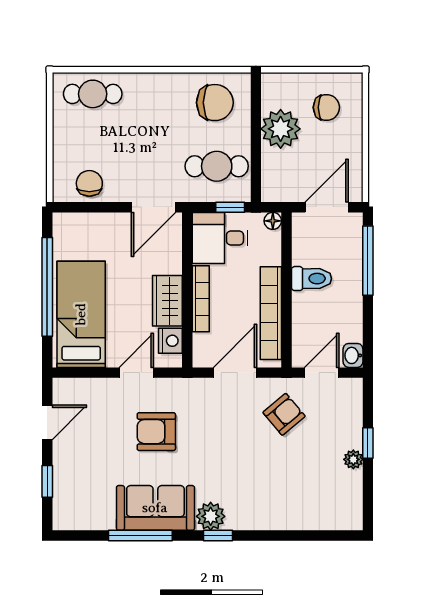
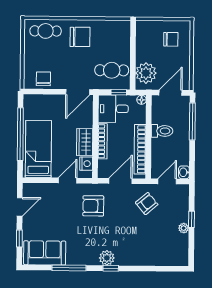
chair: (215, 103) -> (80, 37), moved
plant: (281, 129) -> (146, 73), moved
armchair: (156, 432) -> (93, 206), moved
sofa: (155, 508) -> (45, 253), moved

